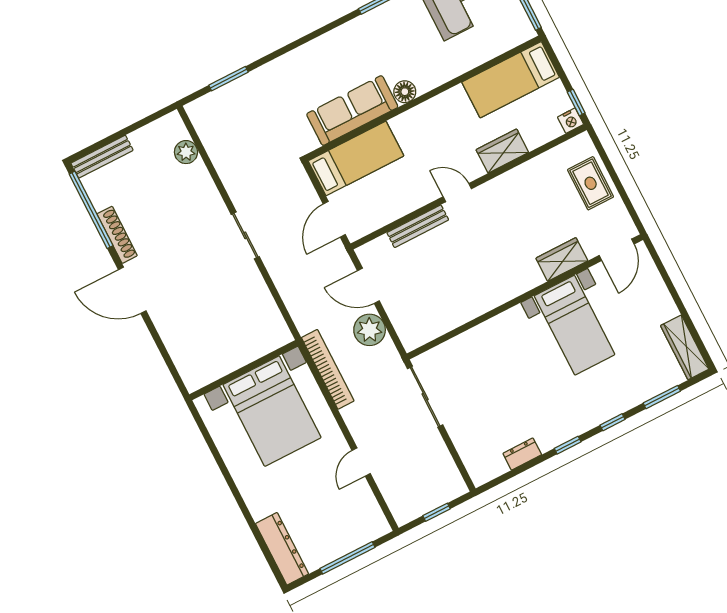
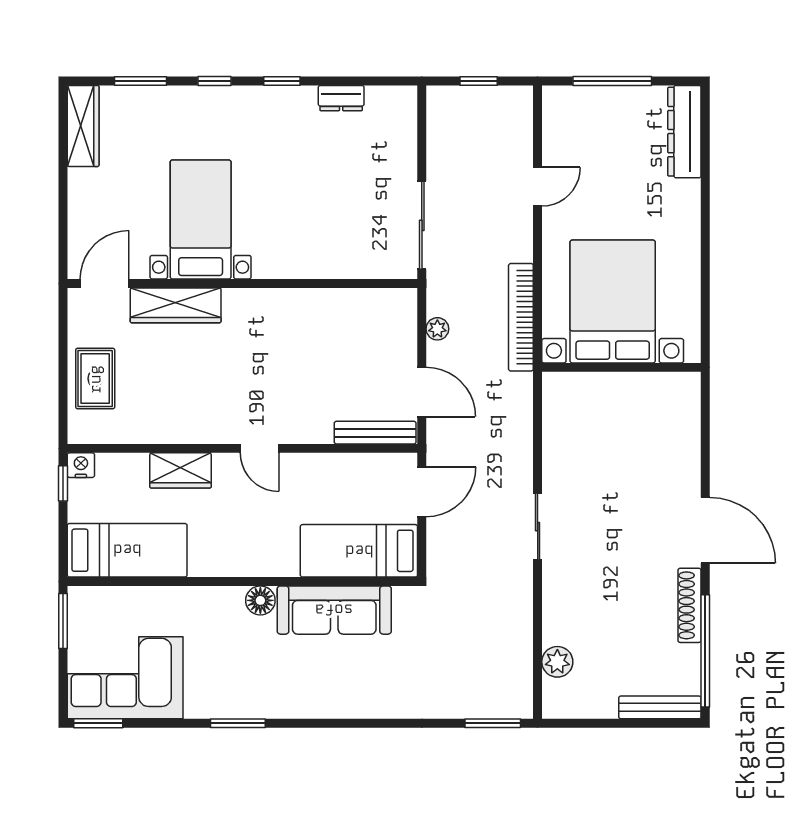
window: (228, 79) -> (493, 723), moved
bench: (418, 226) -> (375, 433), moved
wardrobe: (562, 259) -> (176, 305), width x1.50
plant: (370, 330) -> (437, 329), width x0.53, depth x0.53

